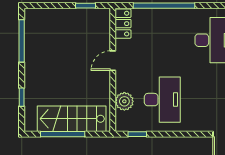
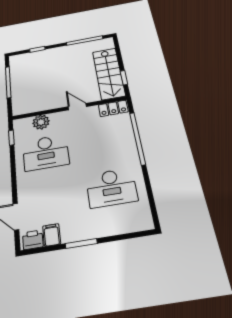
stairs: (72, 119) -> (109, 73), moved, turned 180

